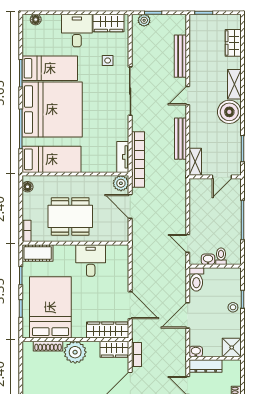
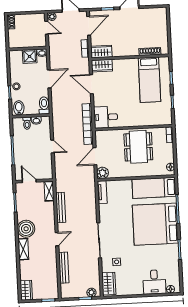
wardrobe: (109, 23) -> (109, 284), moved, turned 90
desk: (77, 31) -> (154, 282), moved
wardrobe: (233, 43) -> (26, 290), moved
bed: (50, 68) -> (159, 254), removed
bookcase: (138, 159) -> (88, 124), moved
door: (222, 177) -> (29, 181), hinge flipped
door: (130, 206) -> (95, 156), swing flipped
dining table: (70, 216) -> (138, 147), turned 90
door: (188, 243) -> (52, 146), moved
cot: (38, 253) -> (161, 119), removed
desk: (91, 260) -> (106, 117), moved, turned 90
bidet: (231, 278) -> (19, 108), added
bed: (50, 307) -> (149, 80), width x0.67
wardrobe: (108, 330) -> (102, 66), width x0.67
shower: (232, 347) -> (30, 56), moved
plant: (75, 352) -> (130, 48), removed
dresser: (206, 366) -> (34, 43), removed

